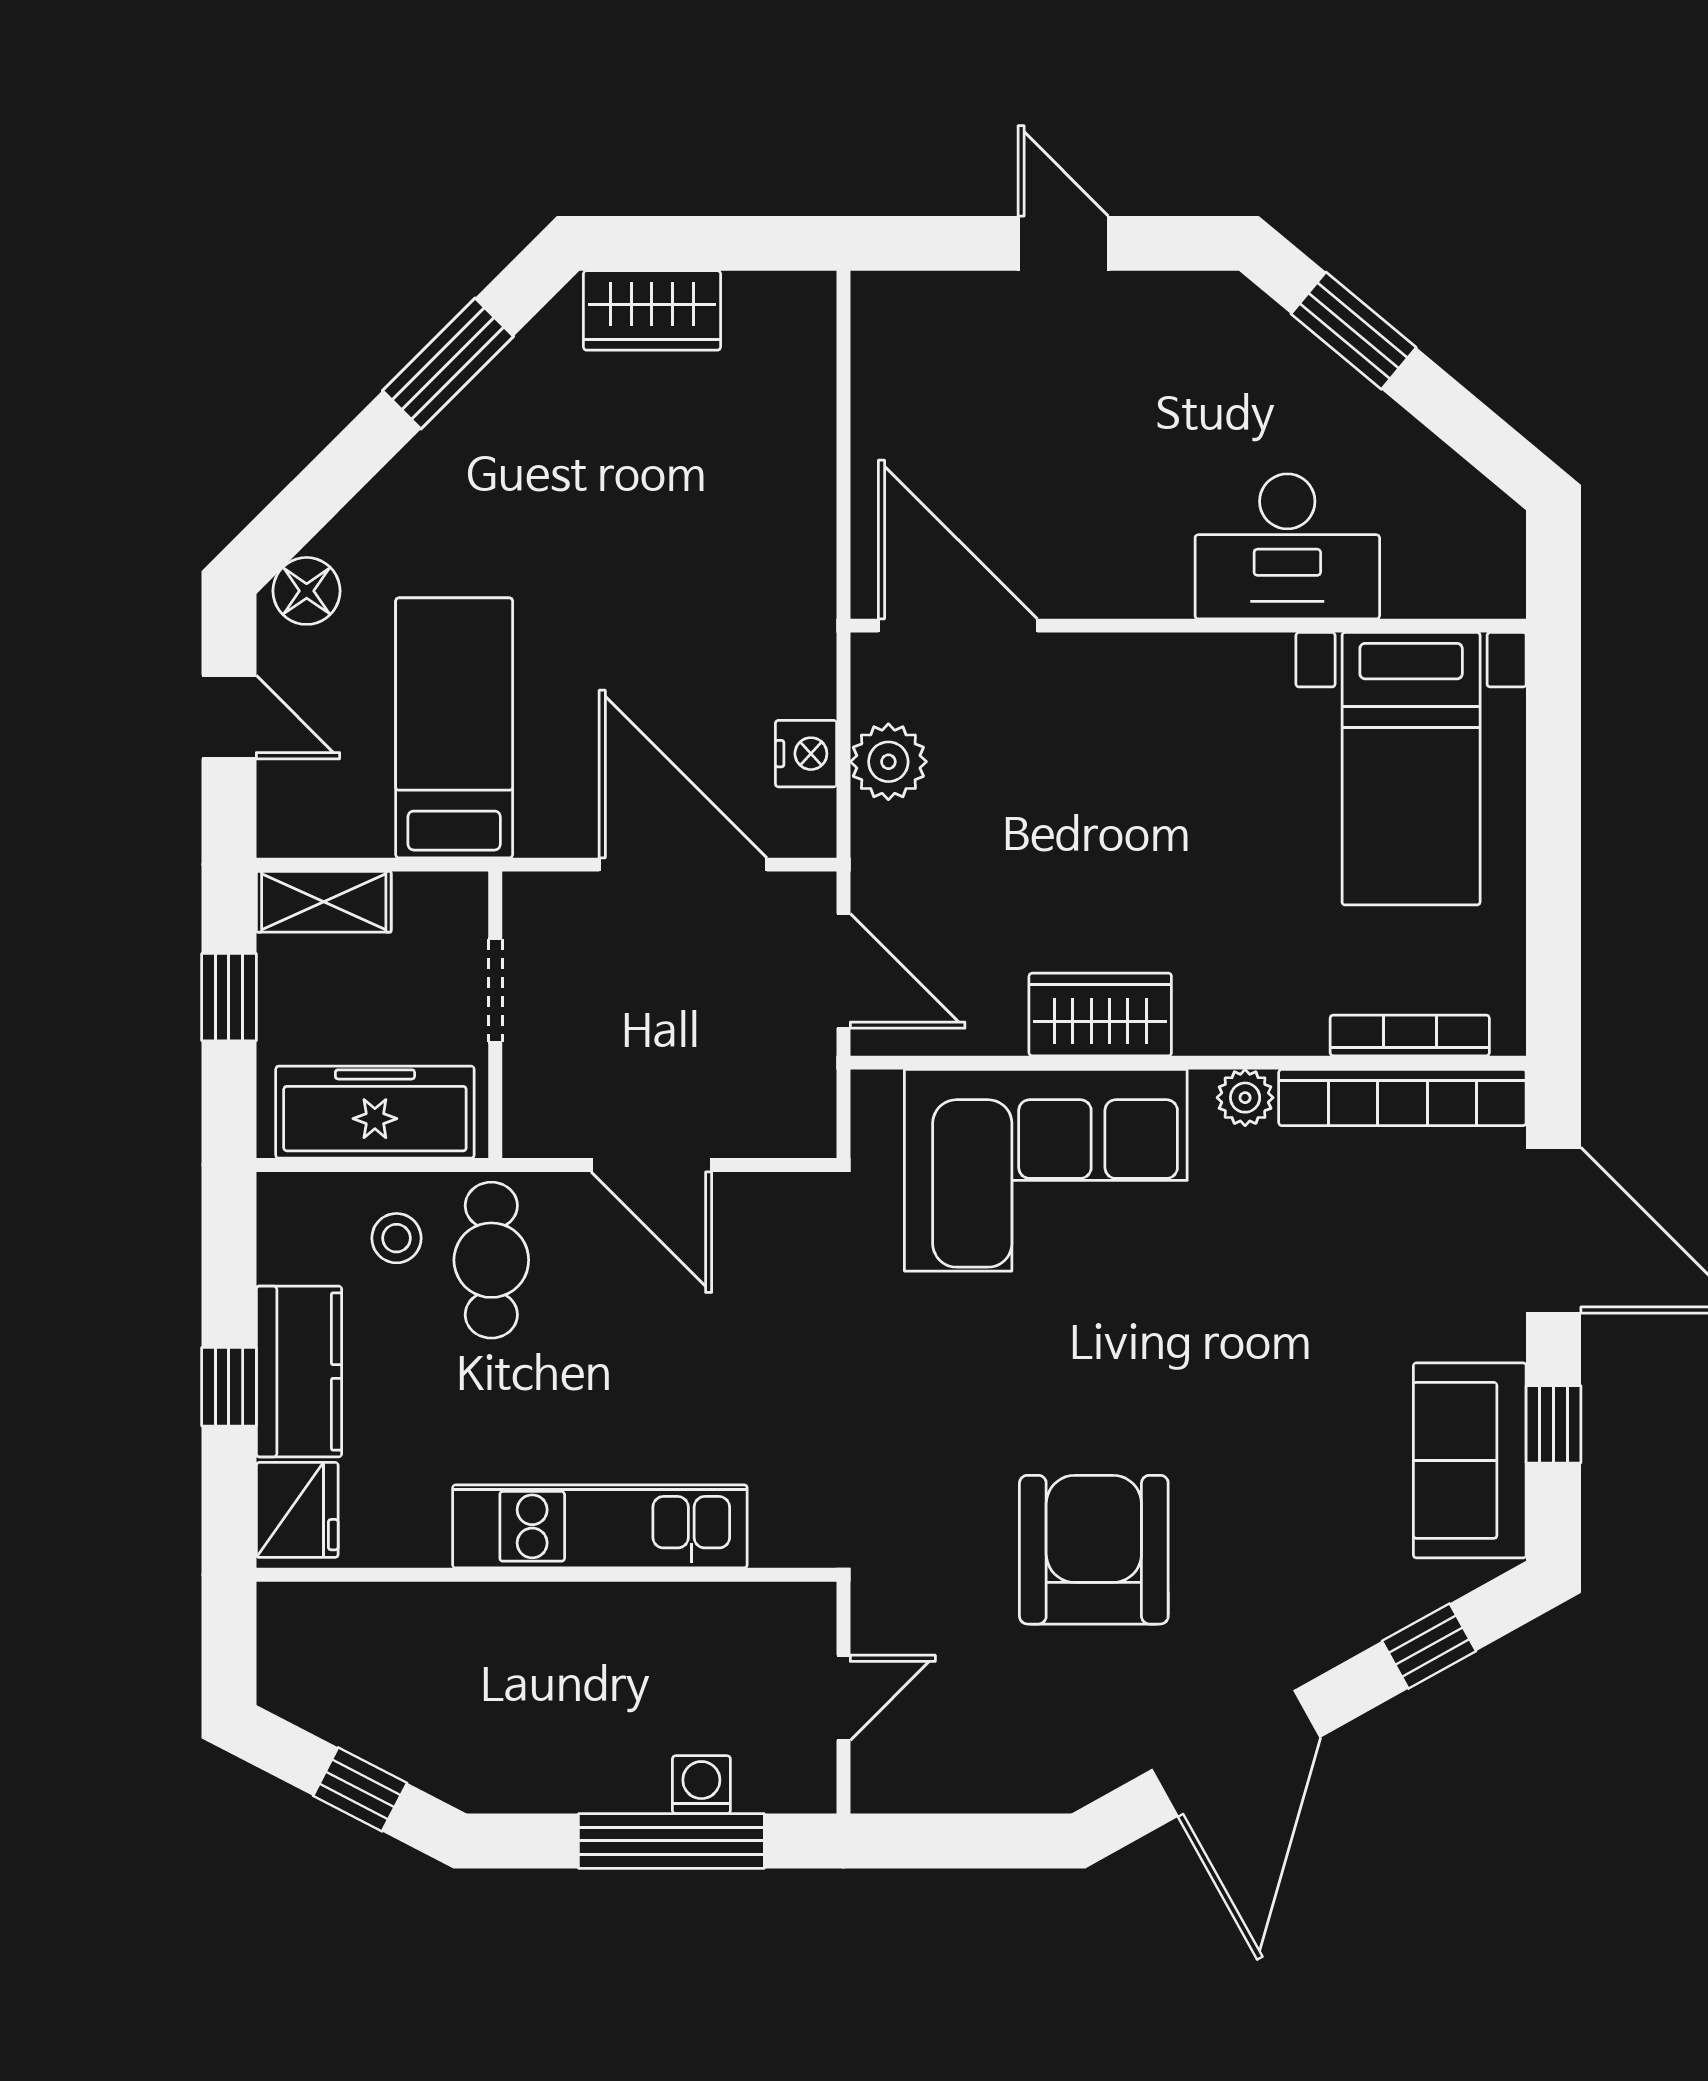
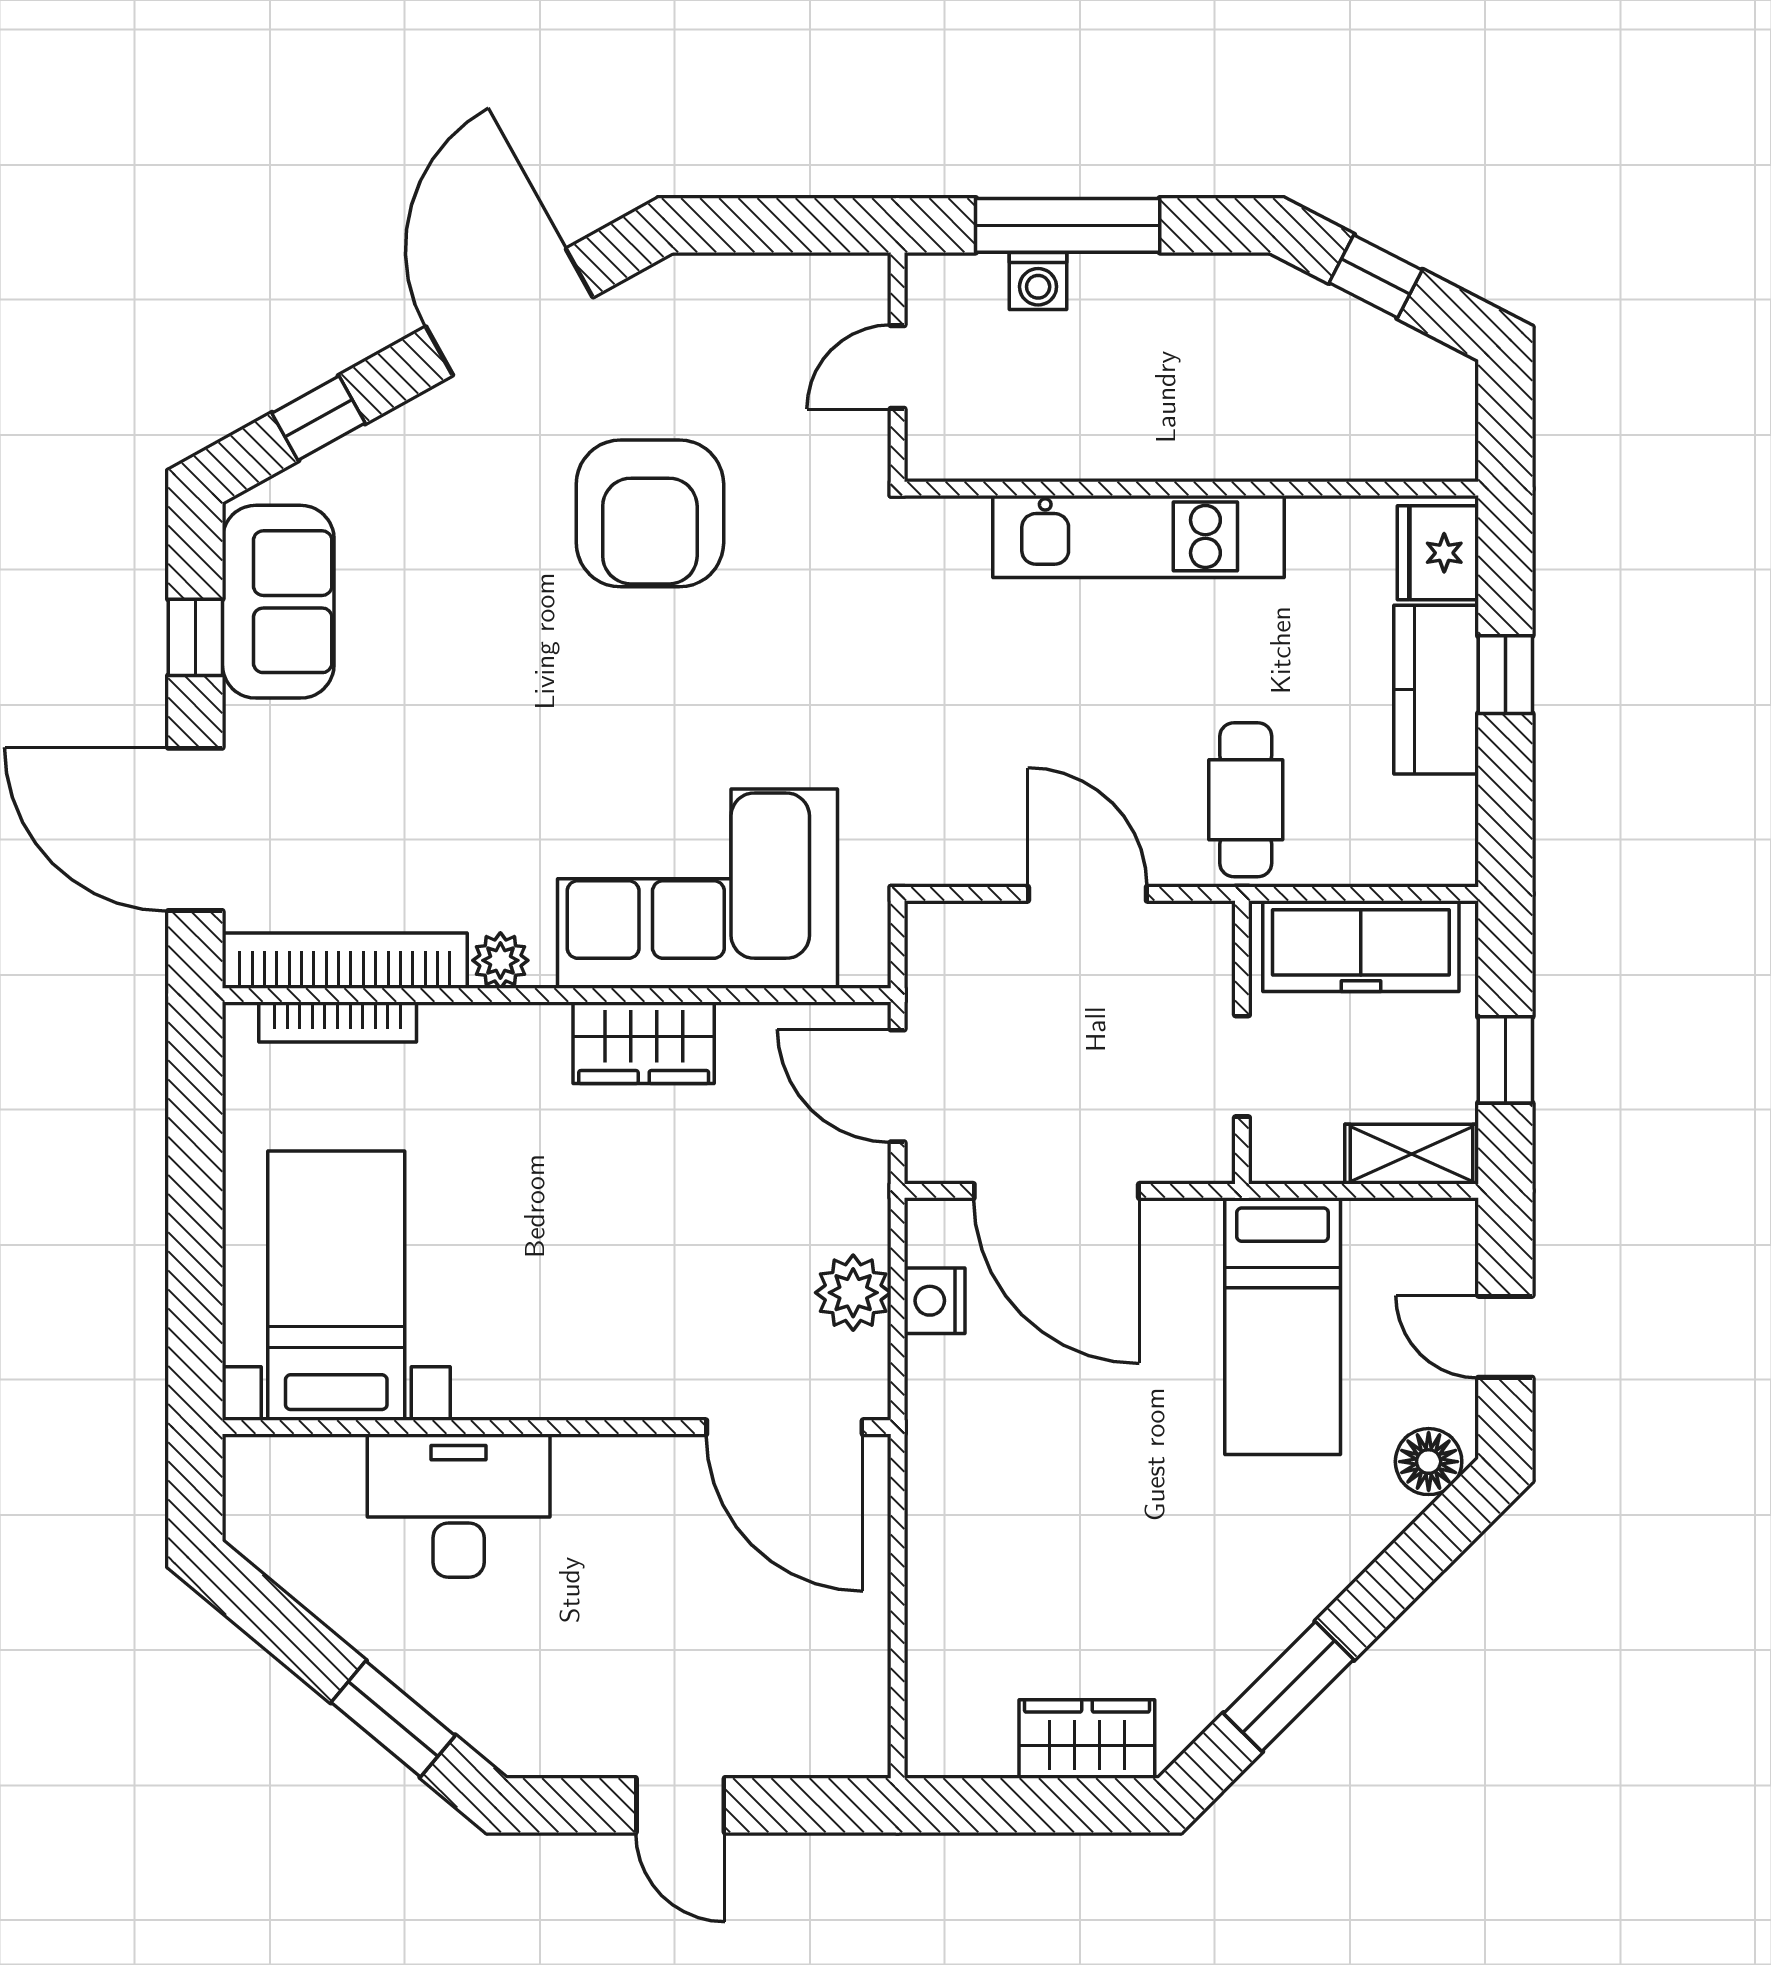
stool: (396, 1238) -> (1340, 822), removed

